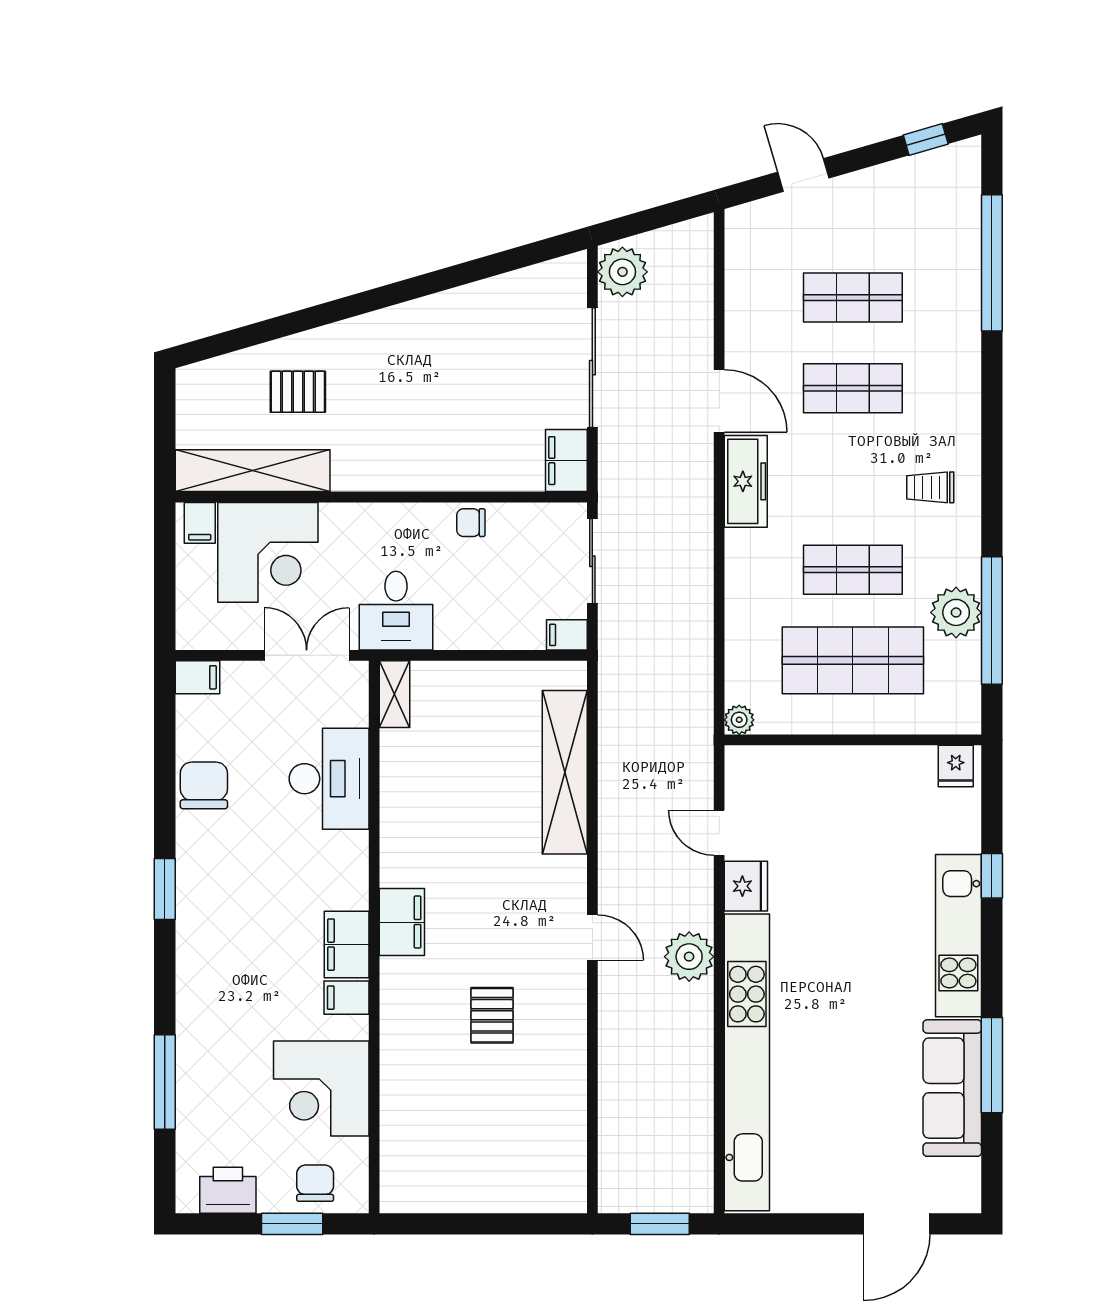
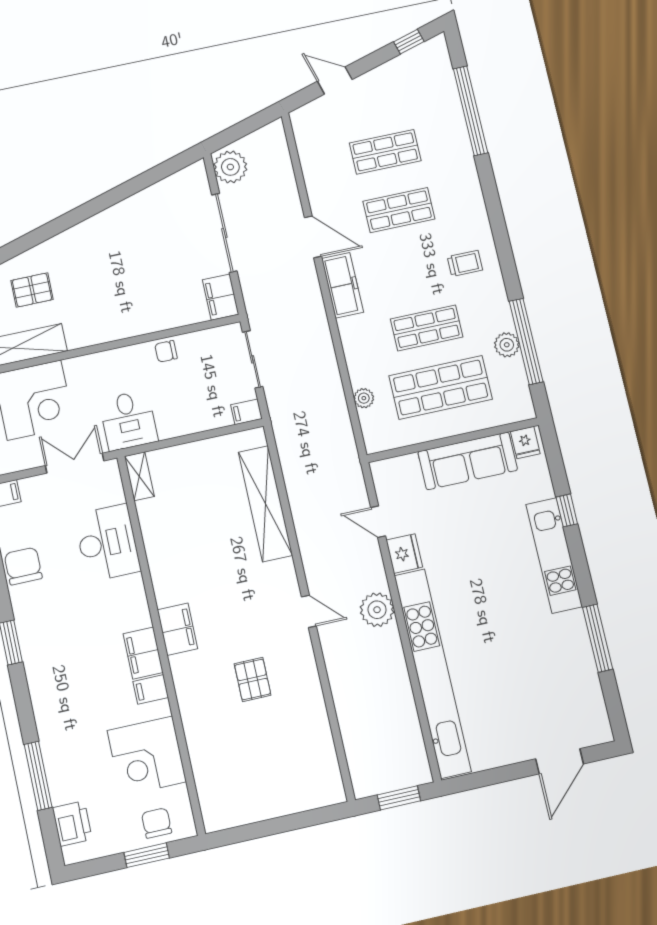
trolley: (930, 487) -> (465, 263), turned 180
plant: (956, 612) -> (507, 345), width x0.73, depth x0.73
plant: (739, 720) -> (364, 398), moved
sofa: (952, 1088) -> (468, 461), moved, turned -90
printer: (228, 1190) -> (72, 823), moved, turned 90

